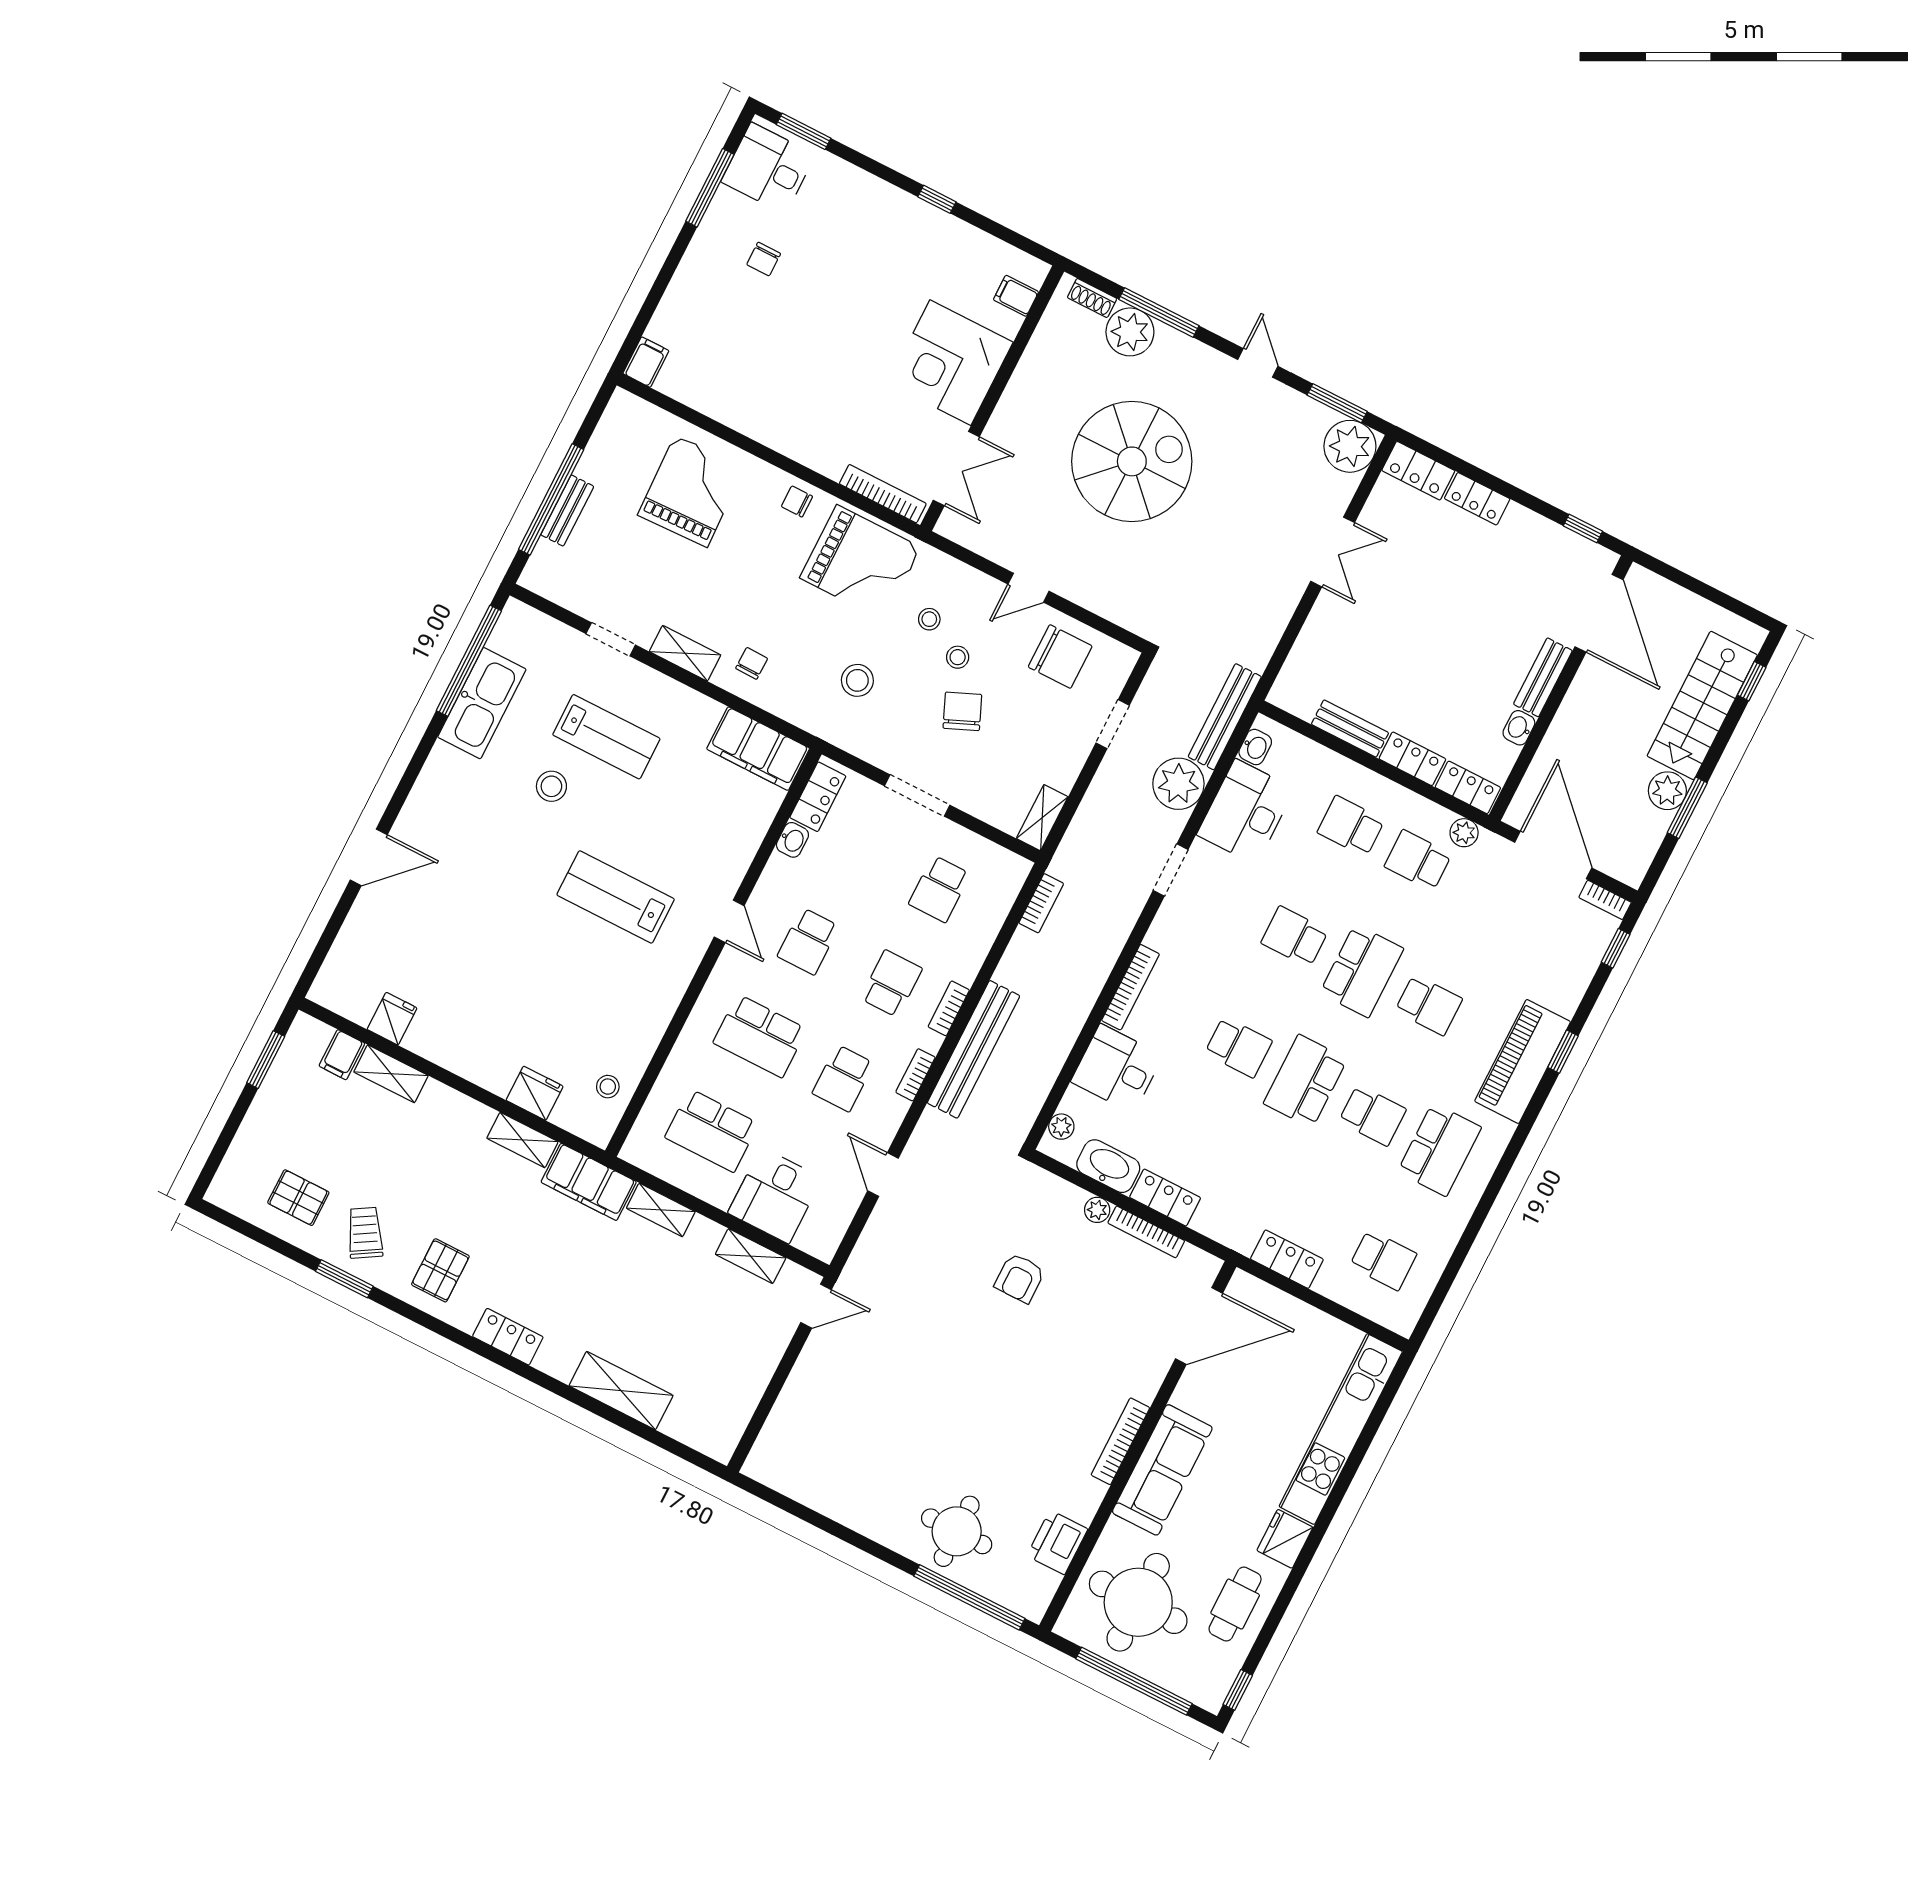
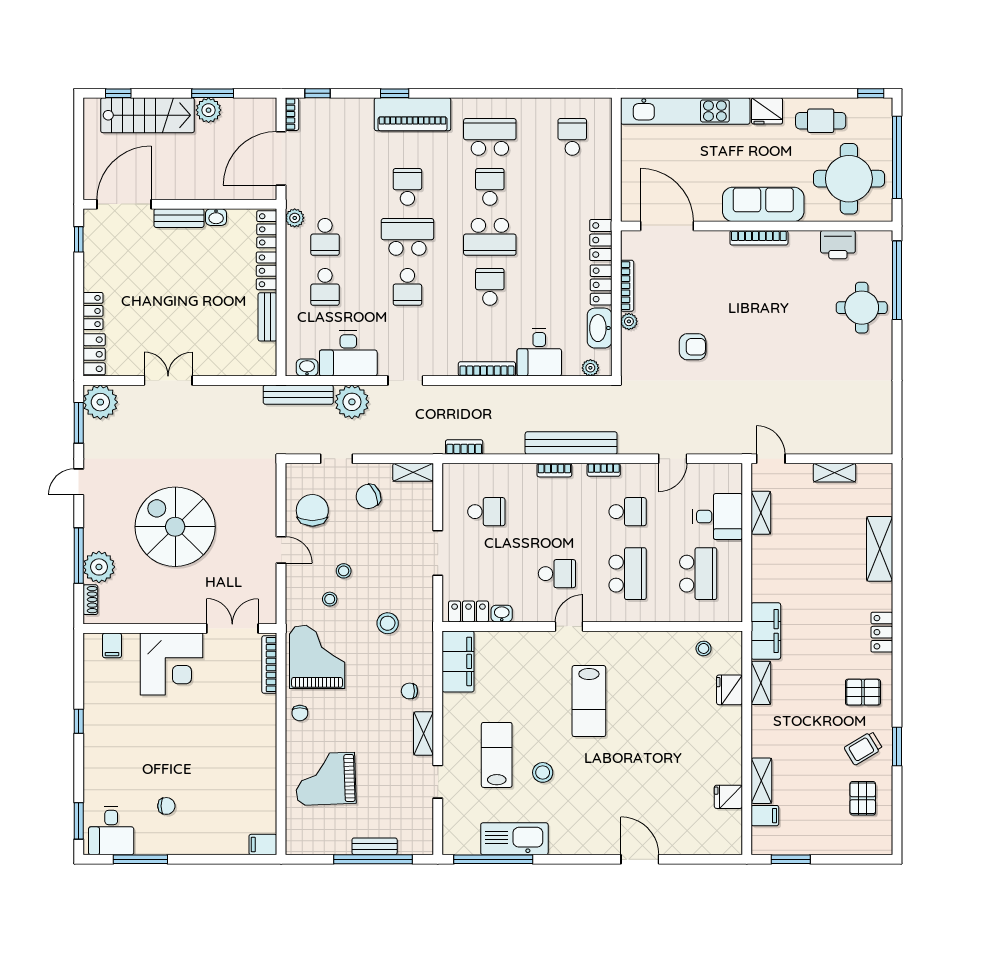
chair: (962, 711) -> (368, 496), moved
school desk: (891, 984) -> (557, 512), removed
shelving: (661, 1210) -> (834, 473), moved, turned 90
locker: (1287, 1259) -> (601, 240), moved

